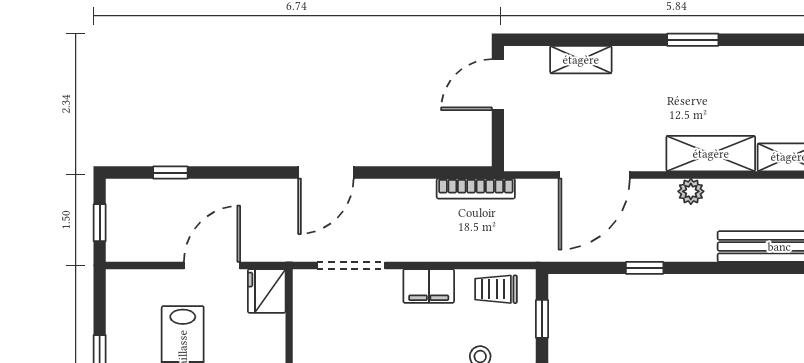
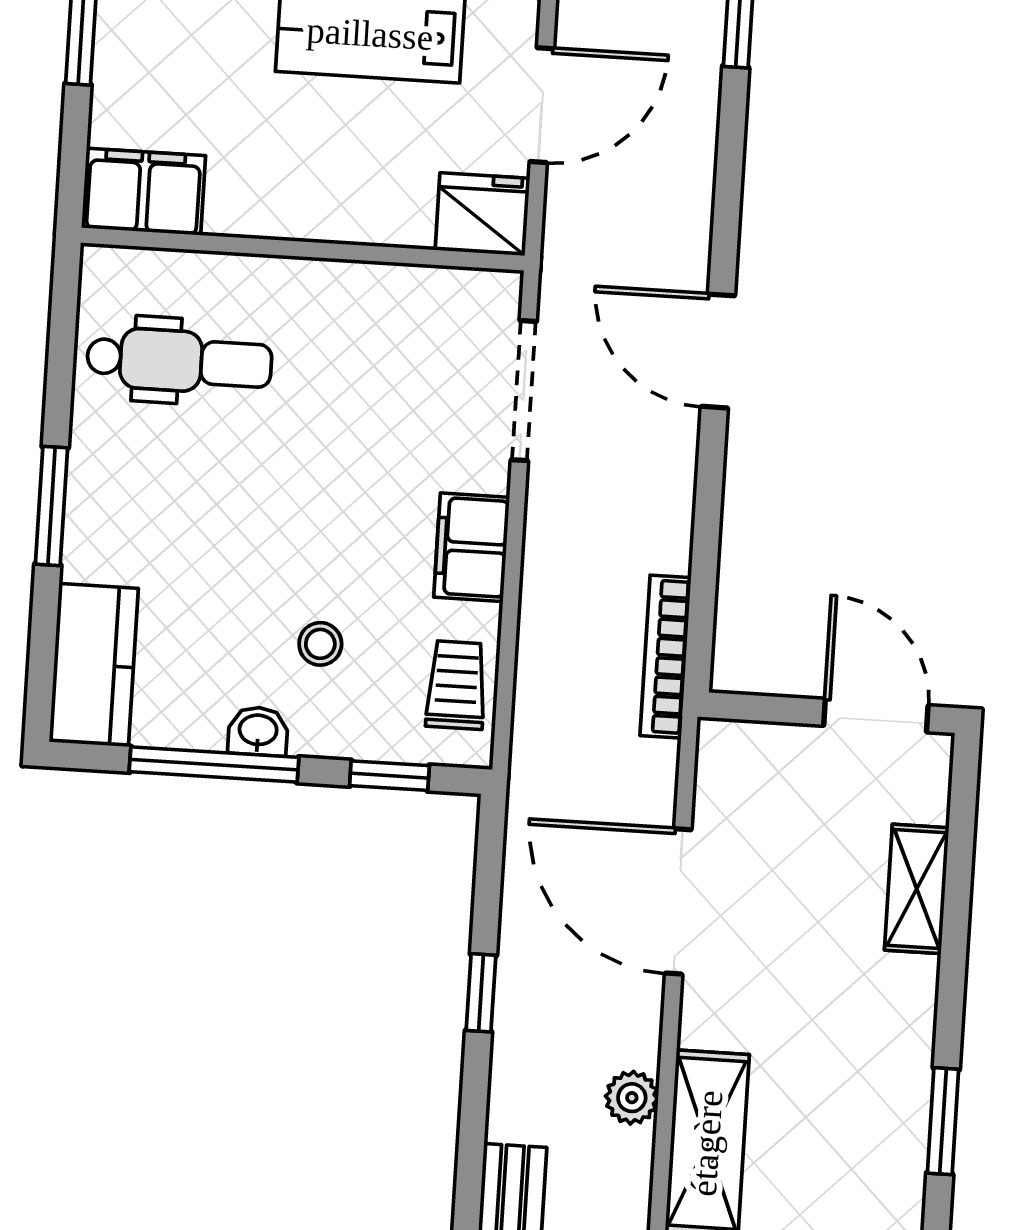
door: (212, 265) -> (542, 105), hinge flipped

